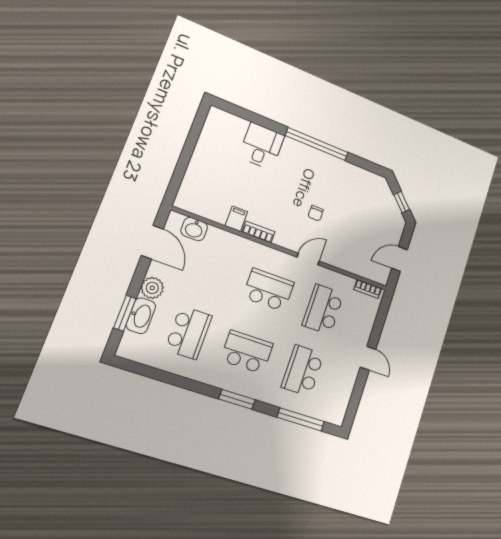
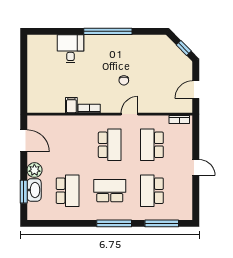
washbasin: (194, 229) -> (47, 122), removed
school desk: (269, 290) -> (110, 145), turned 90
window: (237, 399) -> (114, 223), width x1.44

